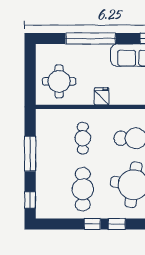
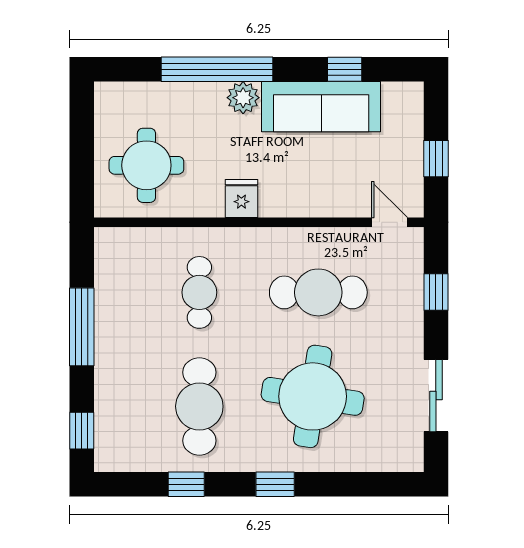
plant: (102, 51) -> (243, 98), added
window: (92, 224) -> (186, 484), moved

